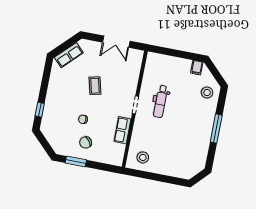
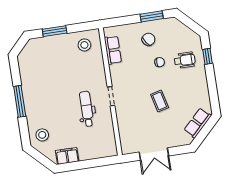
double door: (116, 42) -> (154, 154), swing flipped
filing cabinet: (197, 68) -> (67, 156), width x2.00
wheelchair: (61, 113) -> (185, 60), added
row of seats: (123, 130) -> (113, 50), moved
window: (164, 179) -> (55, 31), added

